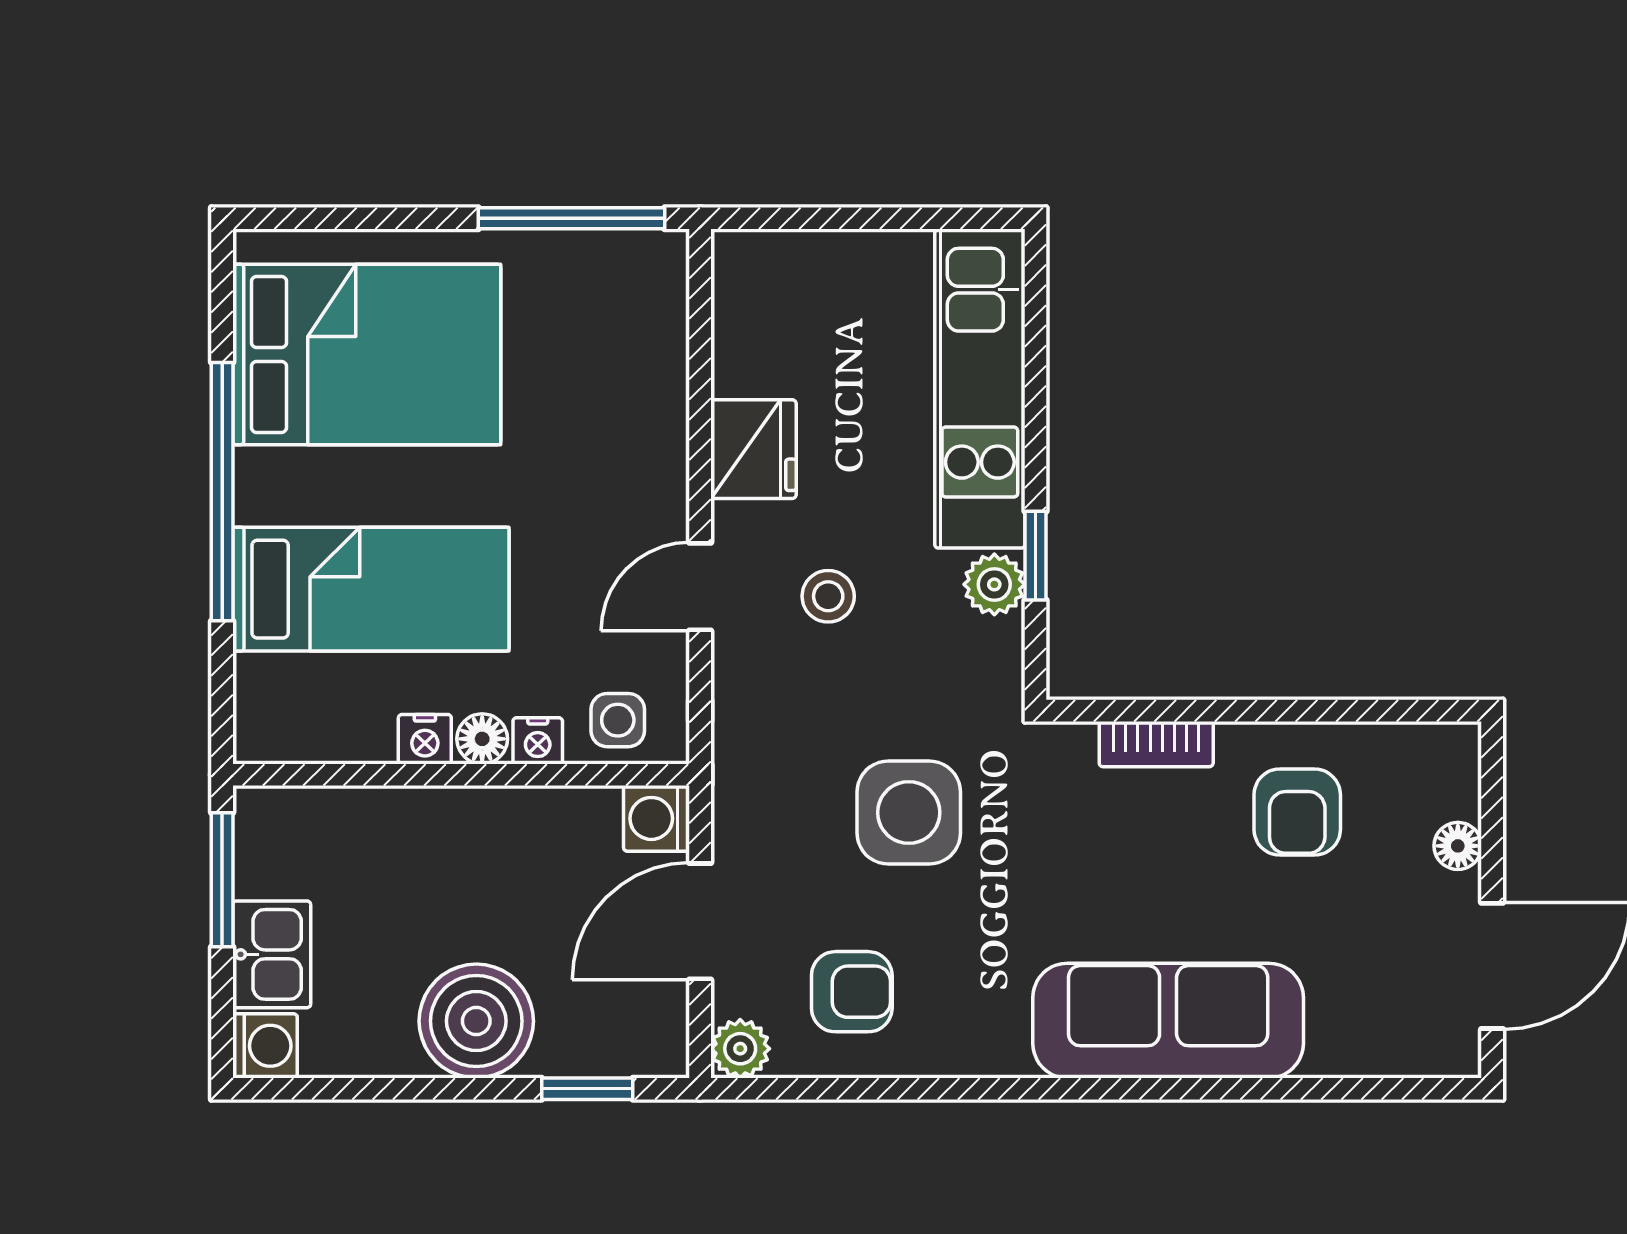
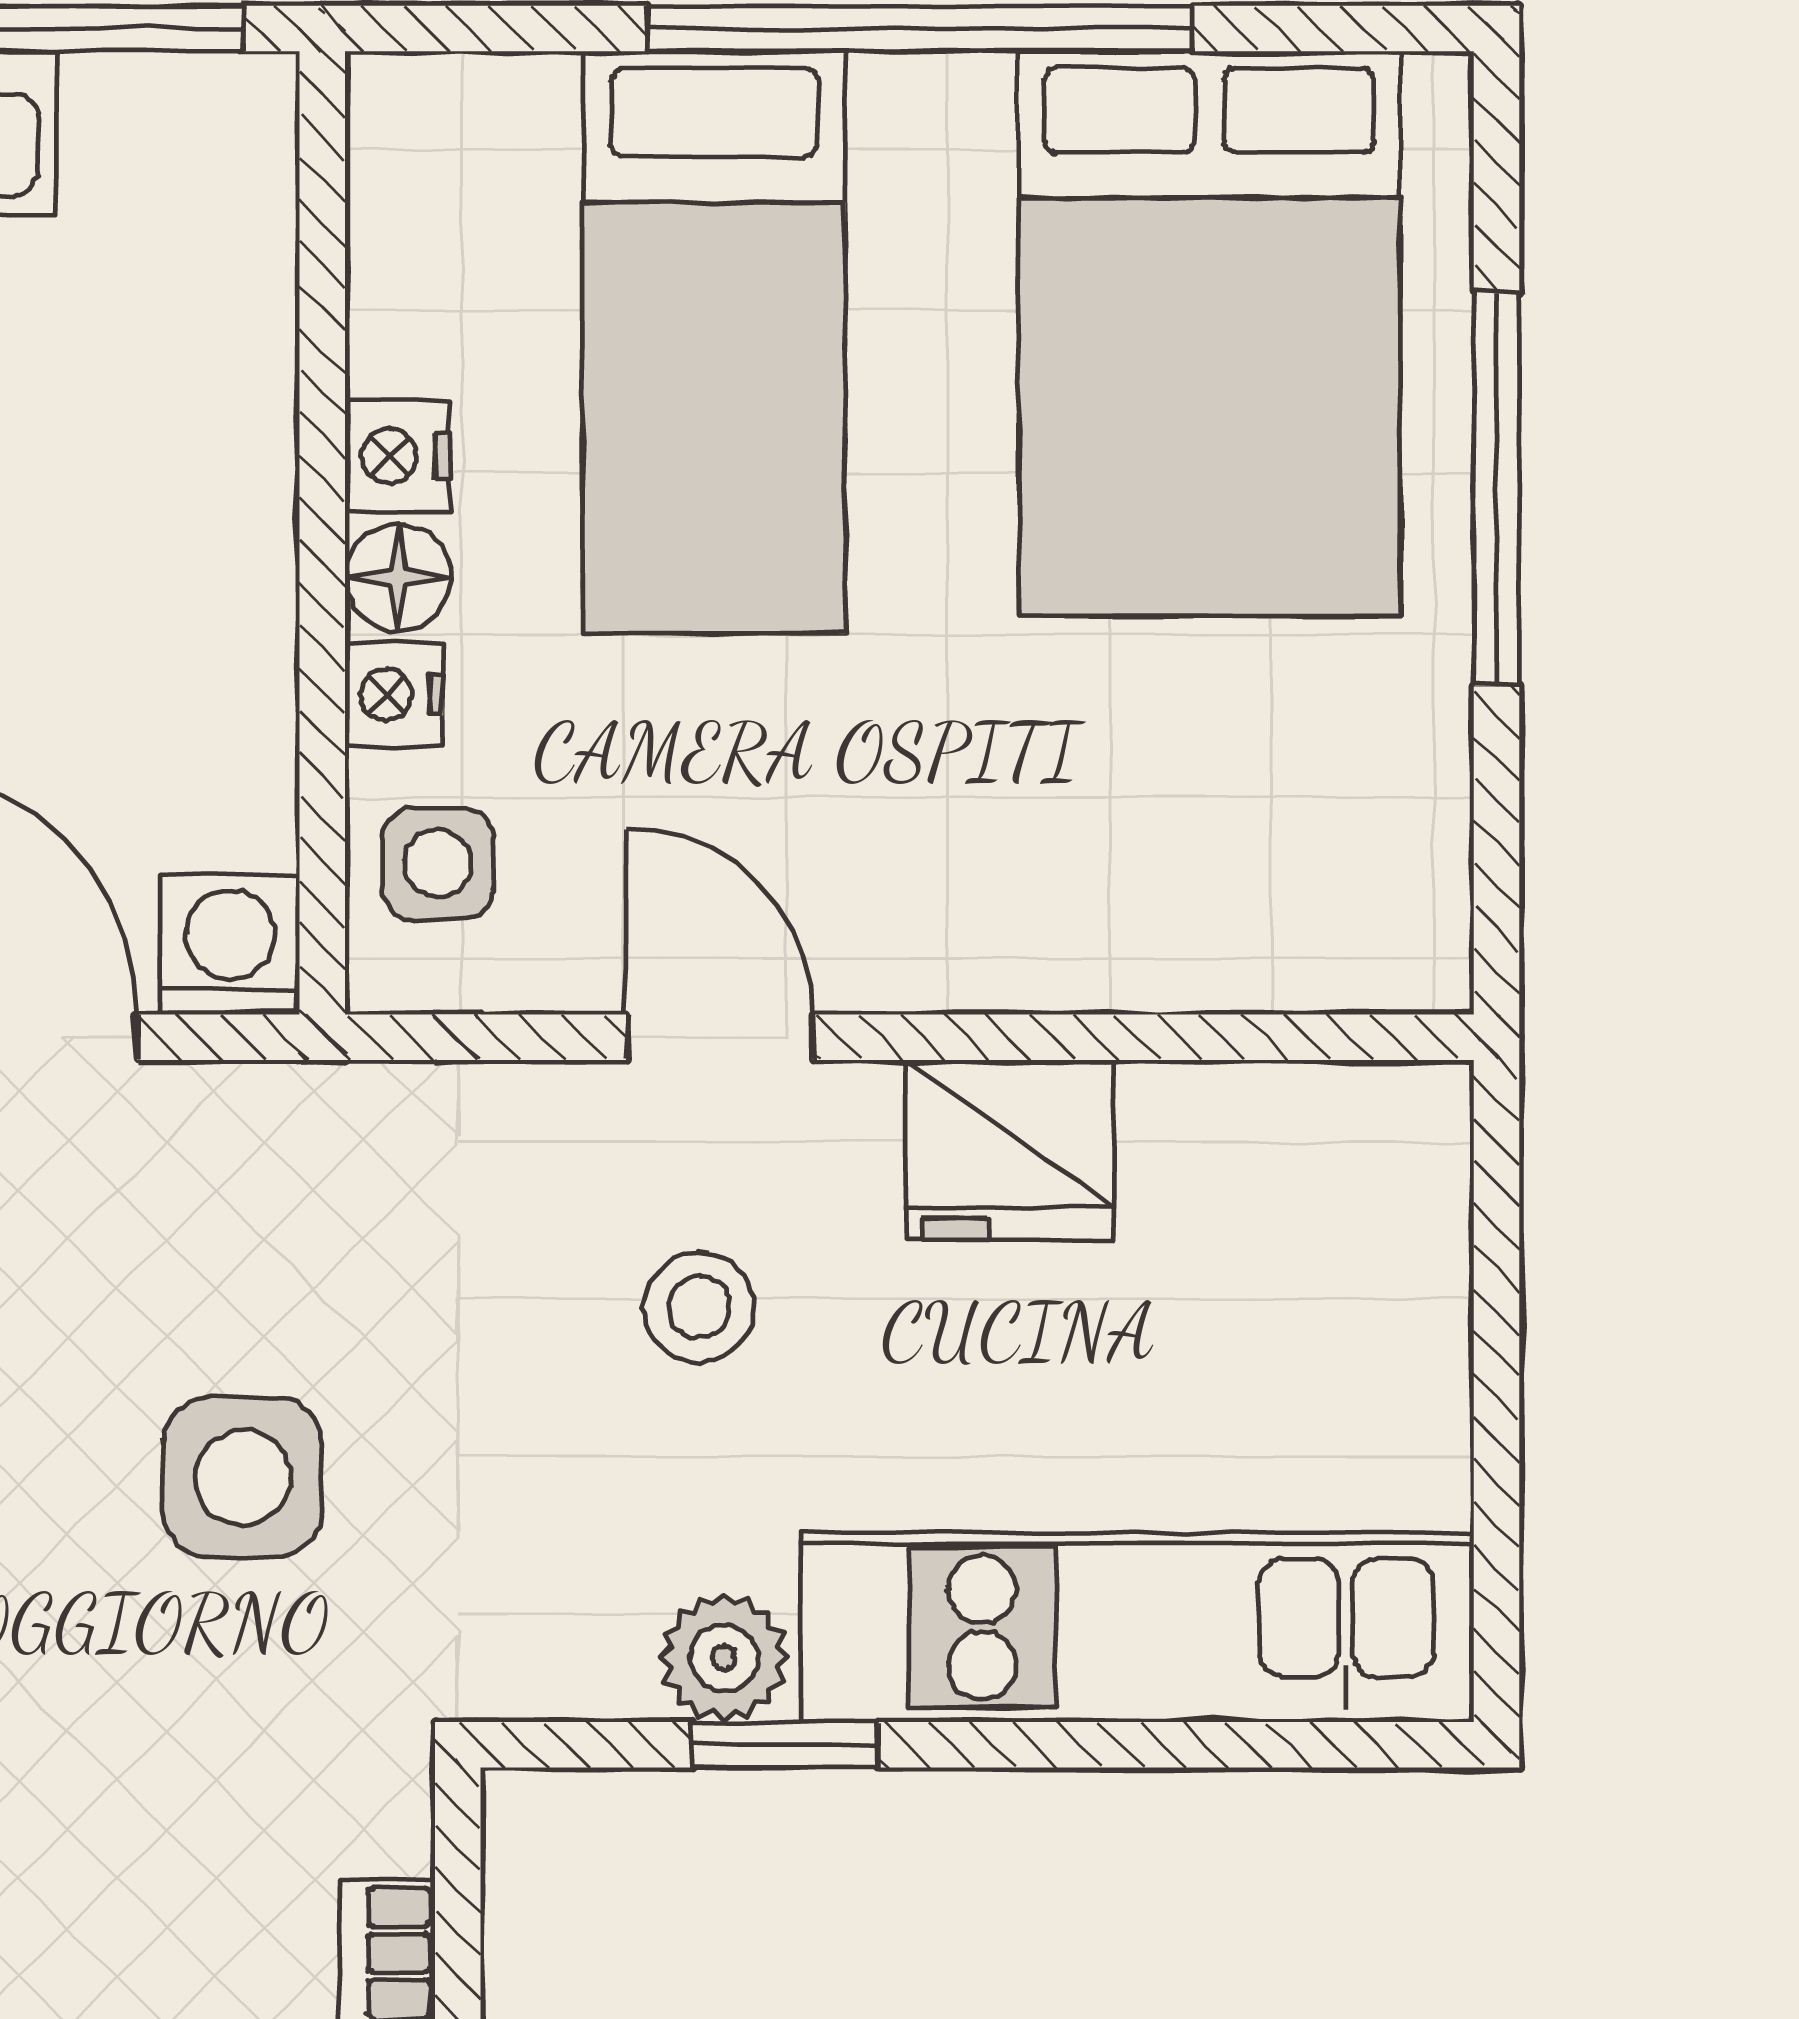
window: (572, 218) -> (1497, 489), moved
side table: (909, 813) -> (243, 1477), width x0.73, depth x0.73

